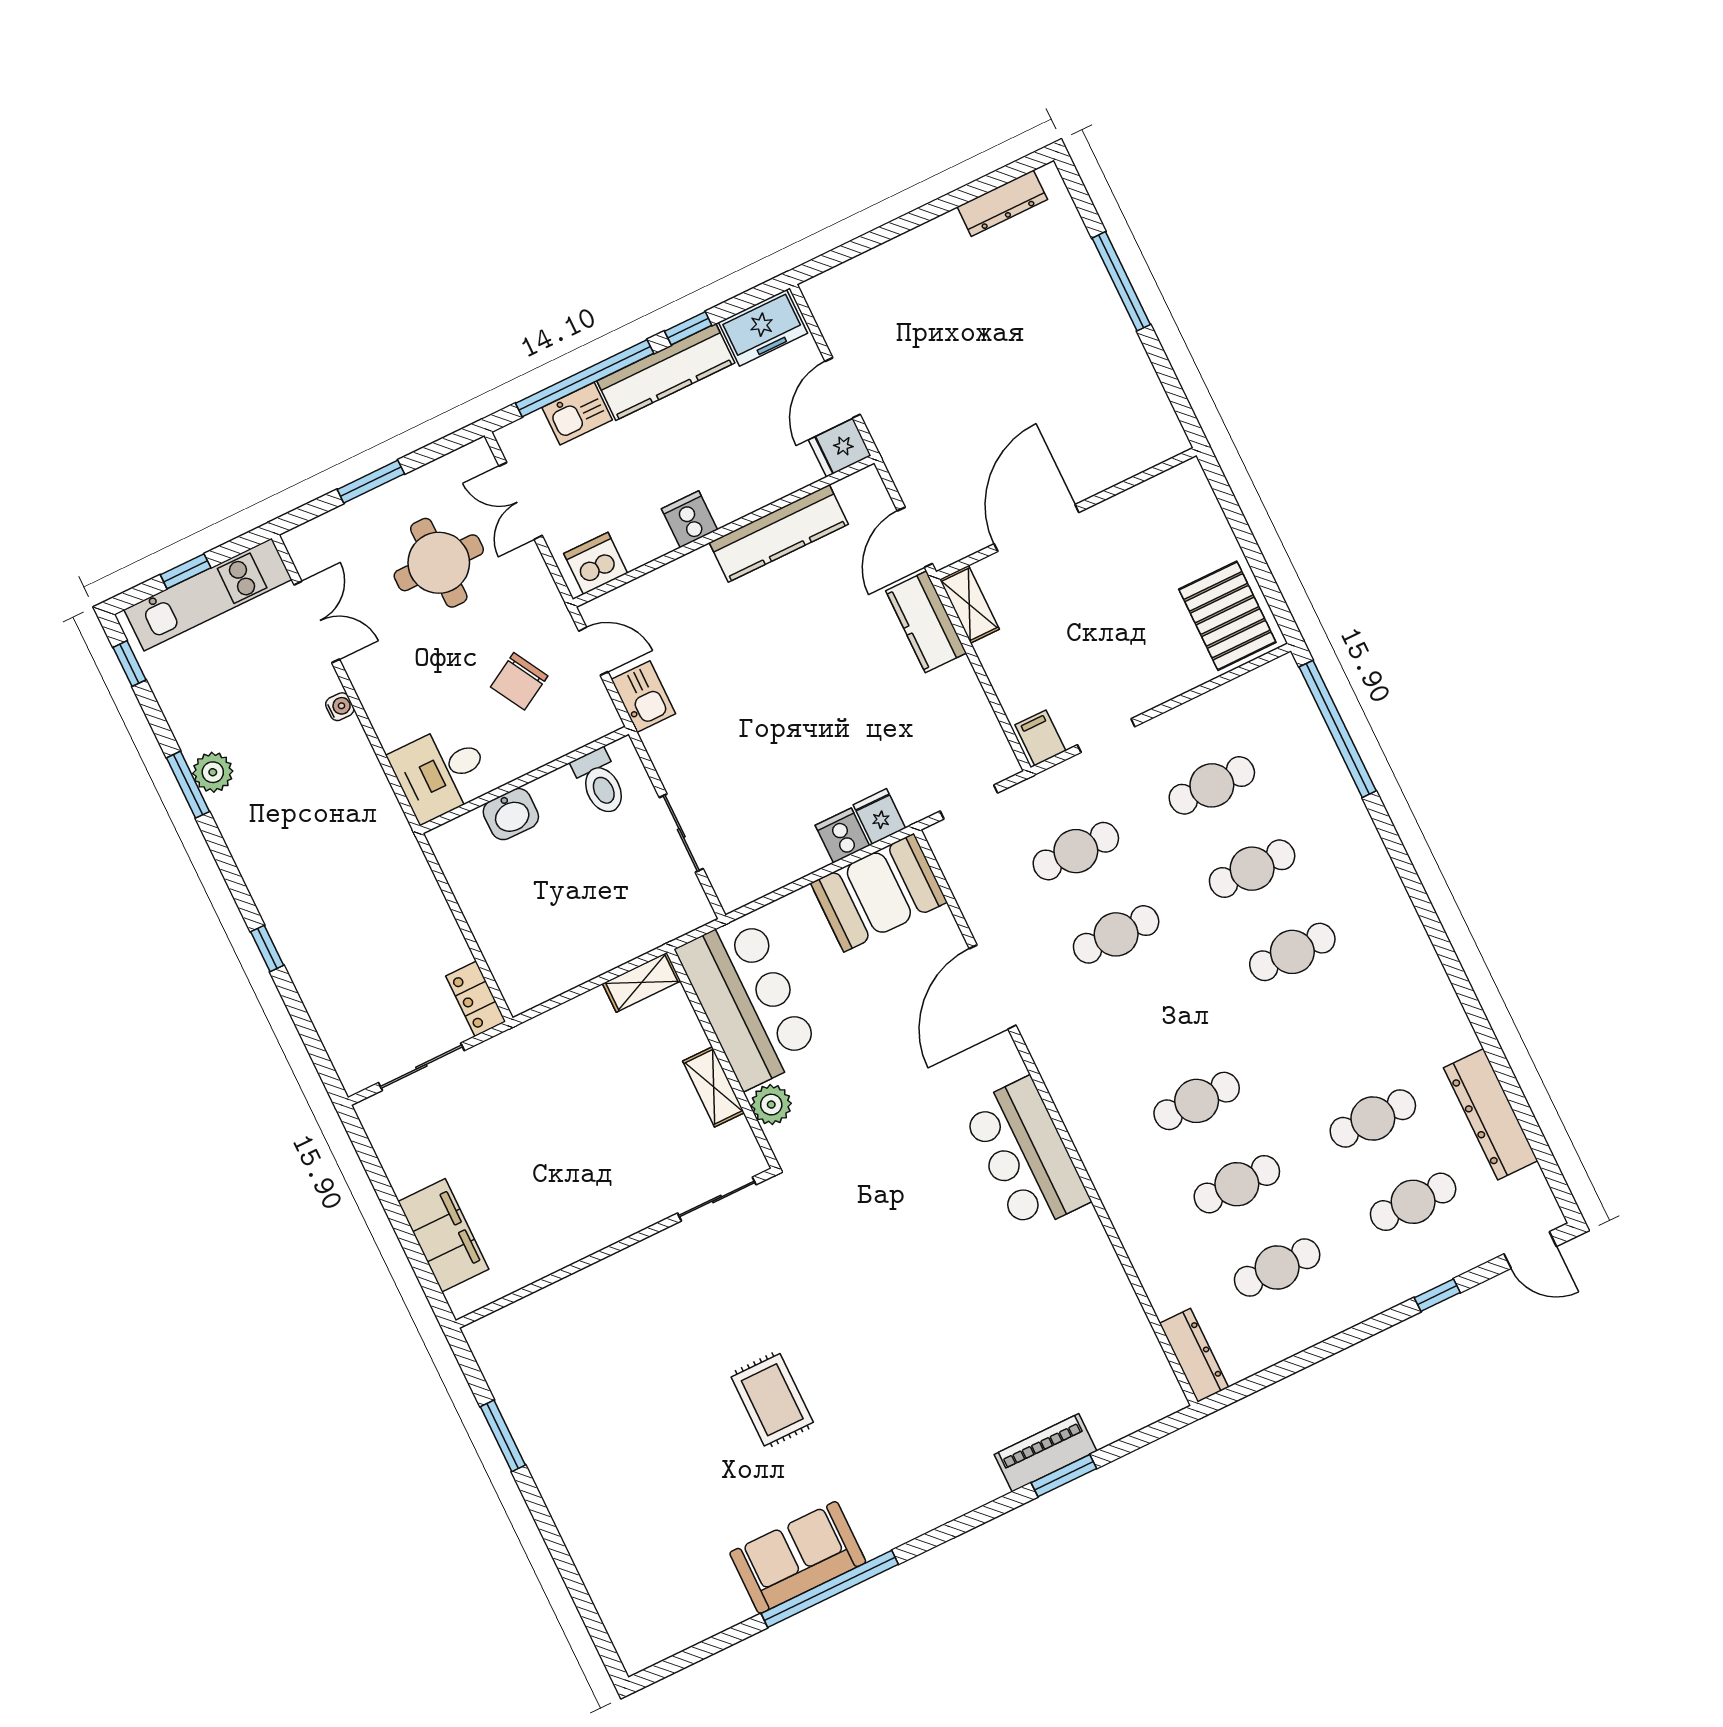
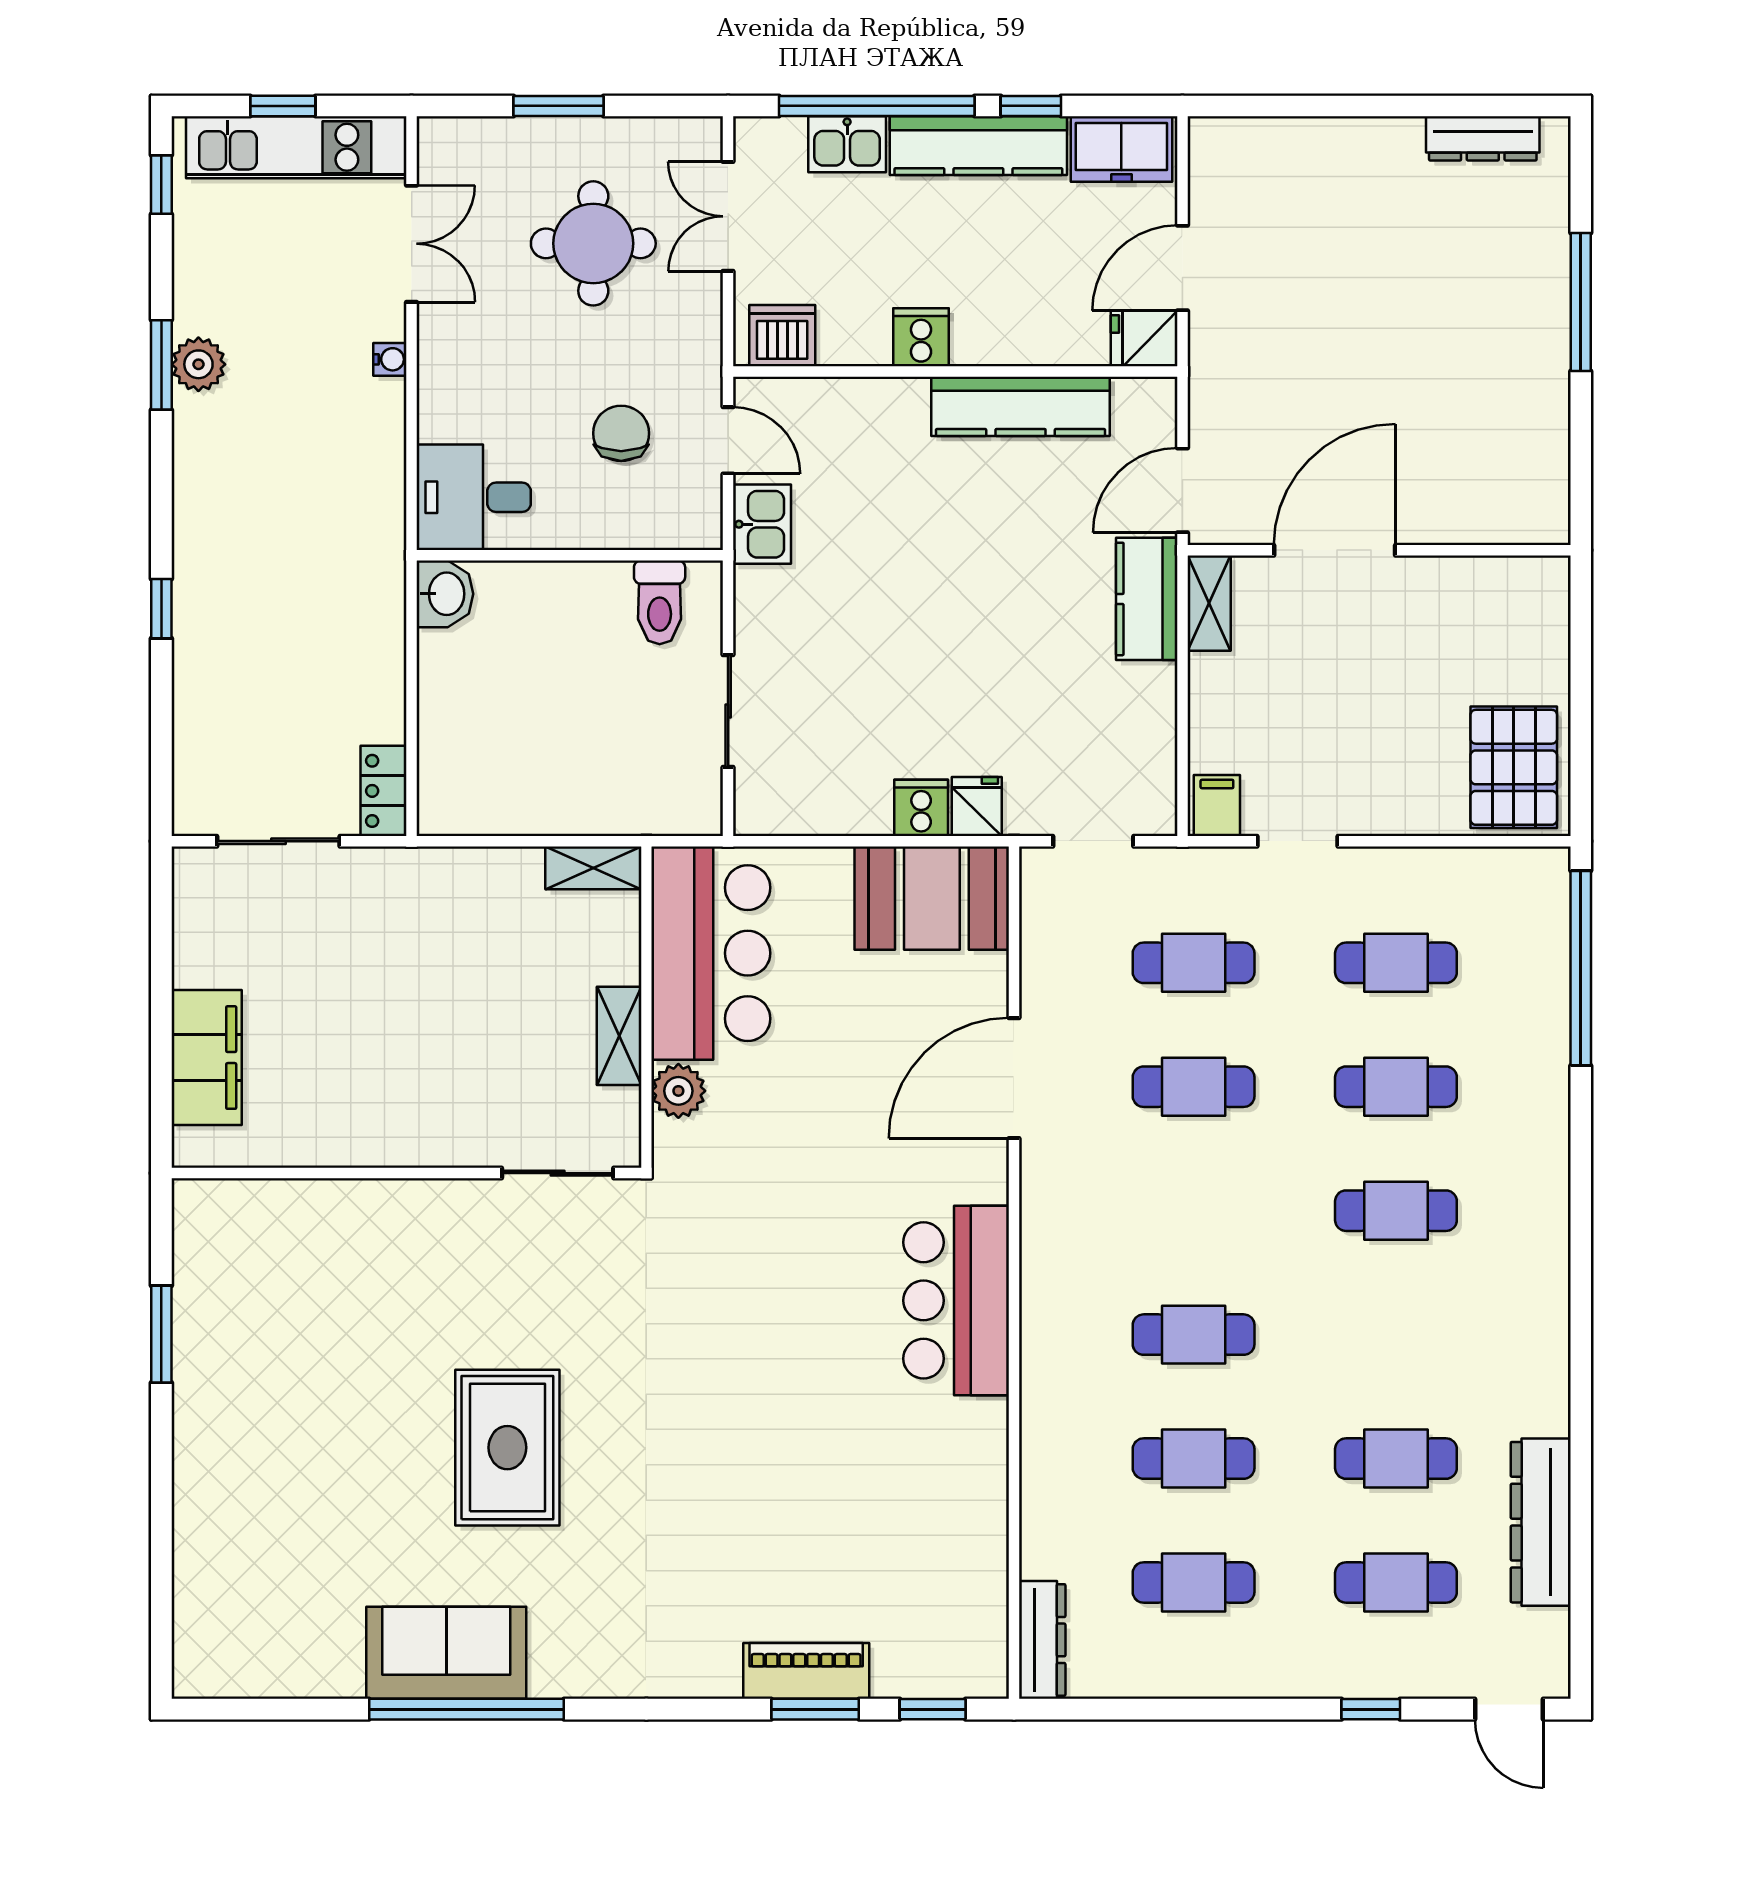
chair: (519, 681) -> (621, 433), turned 120
washbasin: (511, 814) -> (445, 594), moved, turned -90
rug: (772, 1400) -> (507, 1448), width x1.36, depth x1.43
window: (1143, 1437) -> (933, 1709), added

